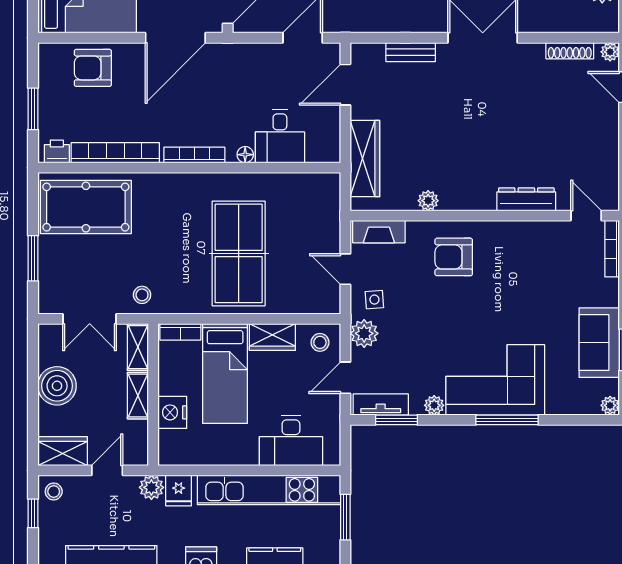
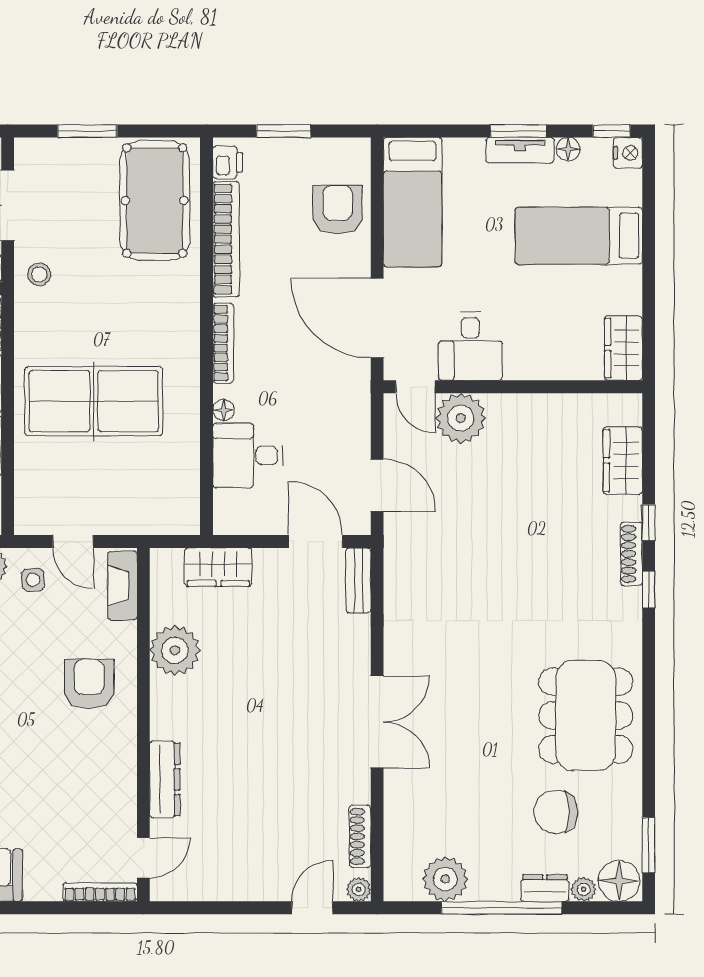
bench: (411, 52) -> (358, 580), moved
wardrobe: (365, 159) -> (218, 567), width x0.67
plant: (428, 201) -> (175, 650), width x1.87, depth x1.87
door: (345, 269) -> (73, 542), swing flipped

